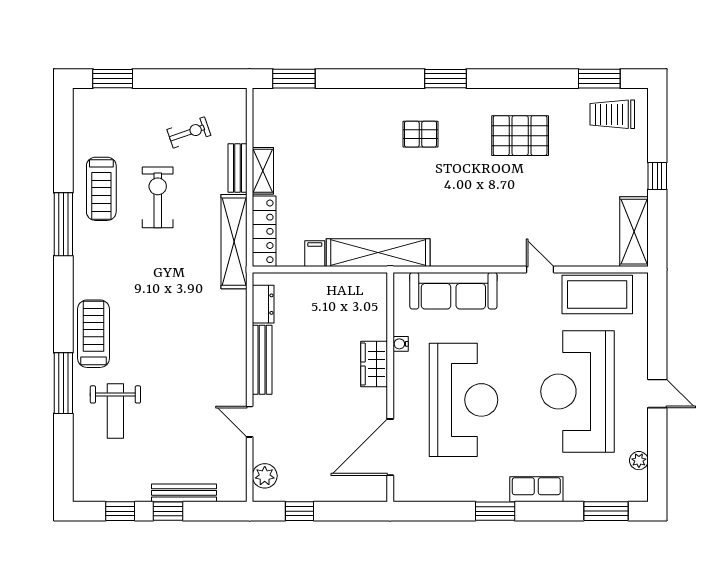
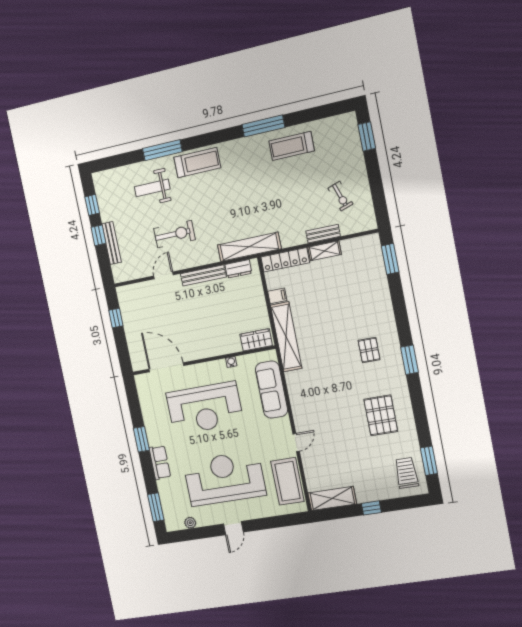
exercise bike: (158, 197) -> (174, 234), moved
shelving: (234, 242) -> (249, 247), moved
wardrobe: (374, 364) -> (256, 340), moved
plant: (265, 476) -> (132, 292), removed

